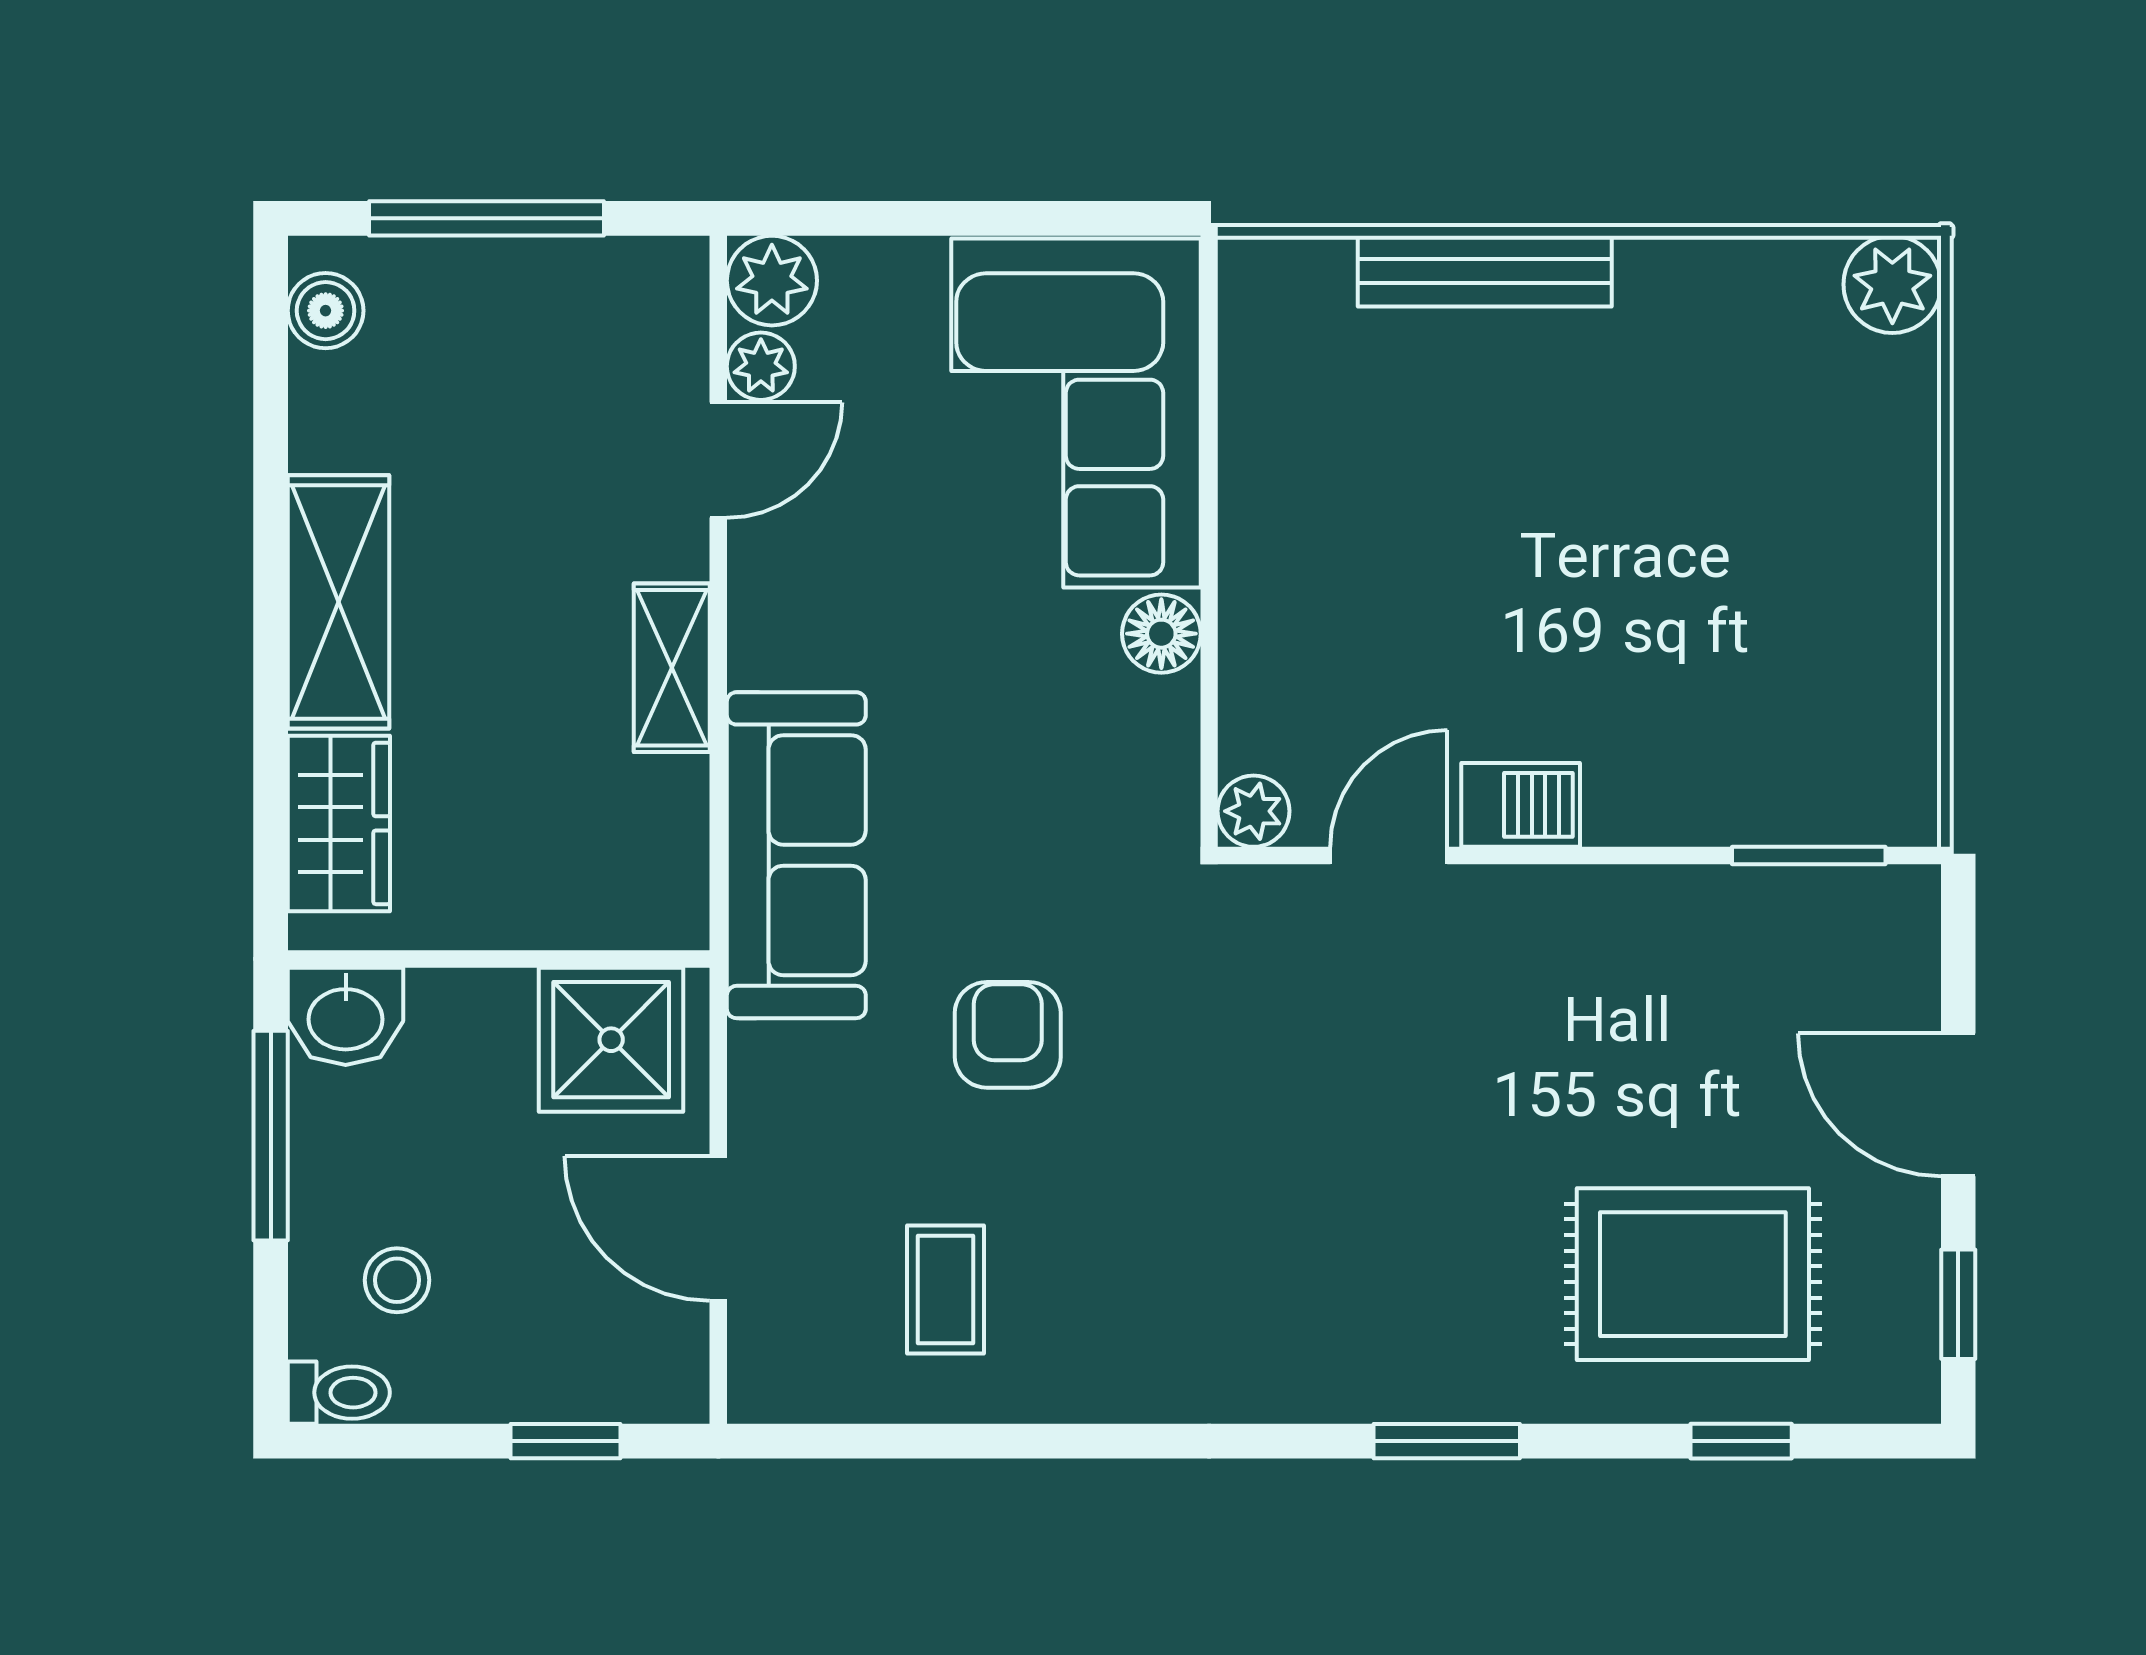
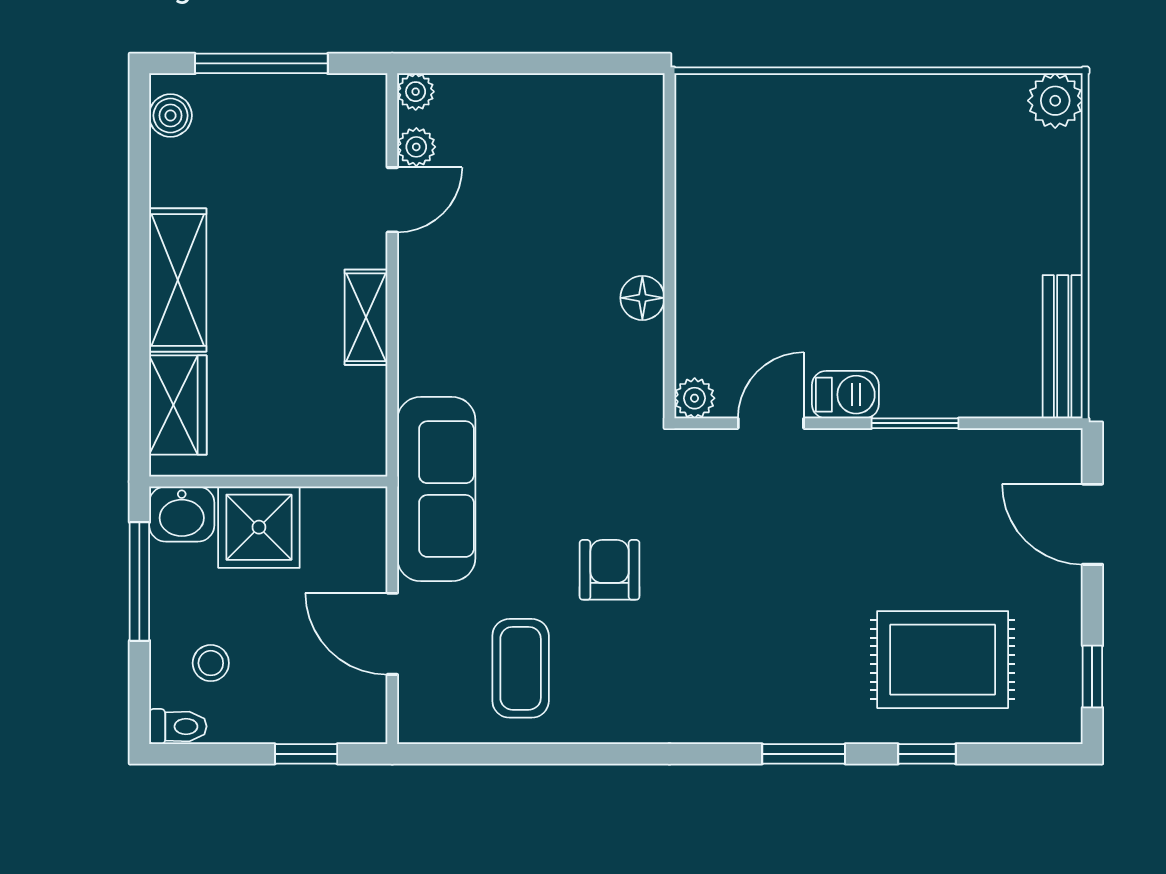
bench: (1485, 271) -> (1063, 347), moved, turned 90
plant: (772, 281) -> (416, 92), width x0.73, depth x0.73
corner sofa: (1076, 413) -> (594, 173), removed
sofa: (796, 855) -> (436, 489), moved
window: (1809, 856) -> (915, 423), moved
armchair: (1008, 1035) -> (610, 570), moved
shower: (611, 1040) -> (259, 527), moved
door: (1958, 1105) -> (1092, 524), moved
coffee table: (946, 1290) -> (521, 668), width x1.36, depth x1.30
window: (1741, 1441) -> (927, 754), moved

